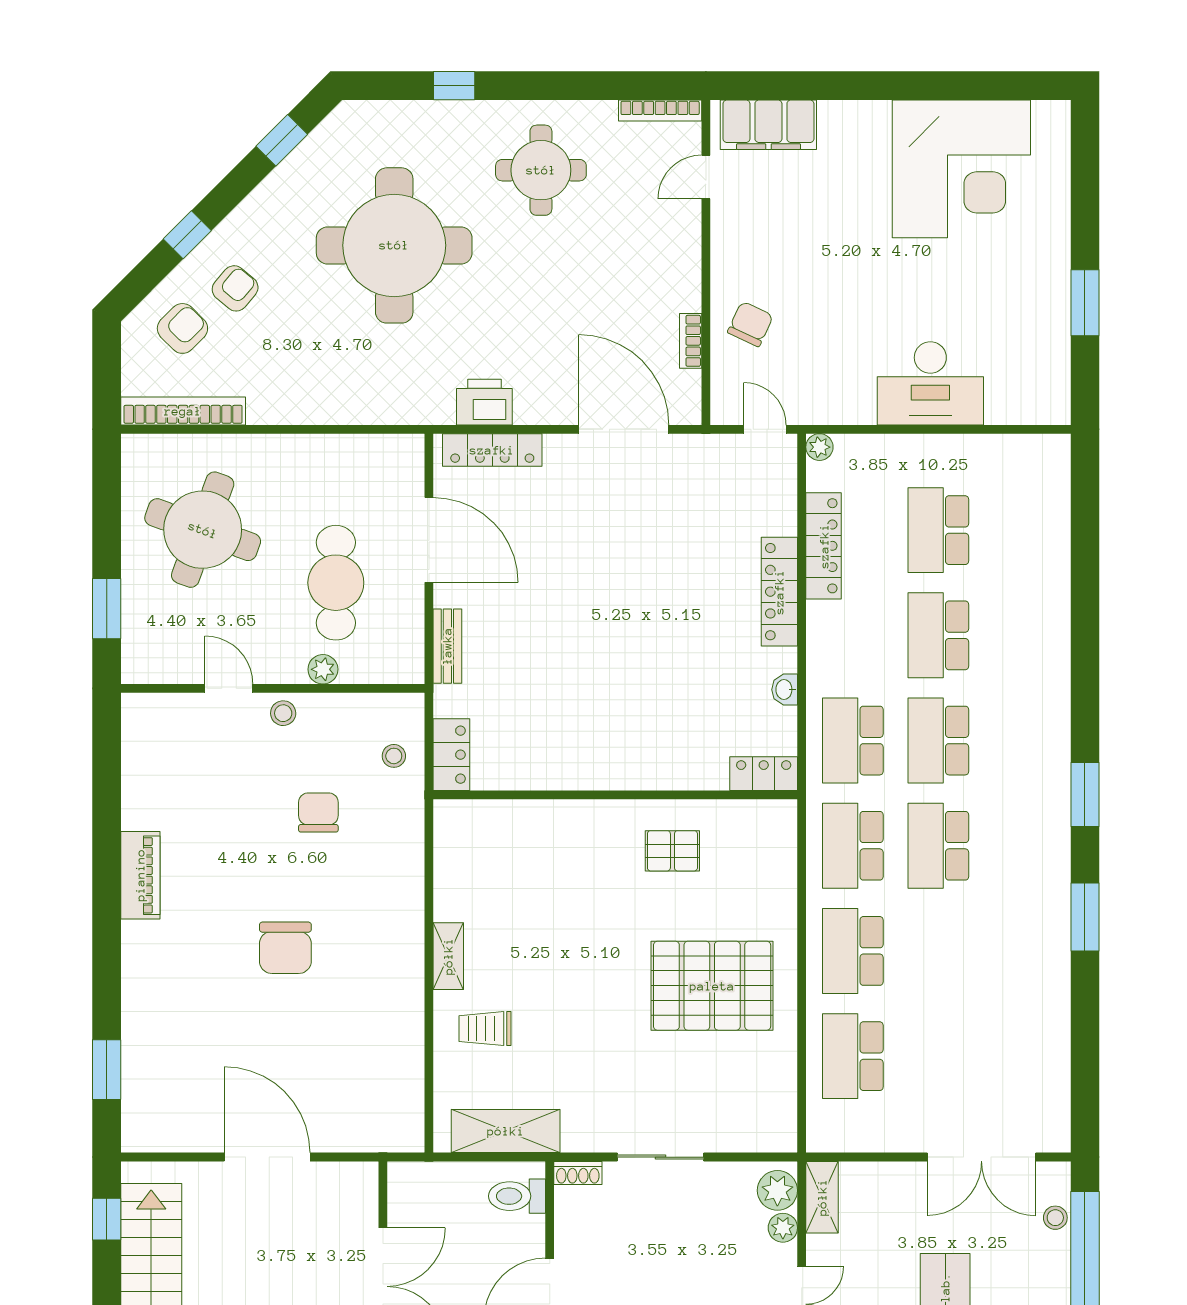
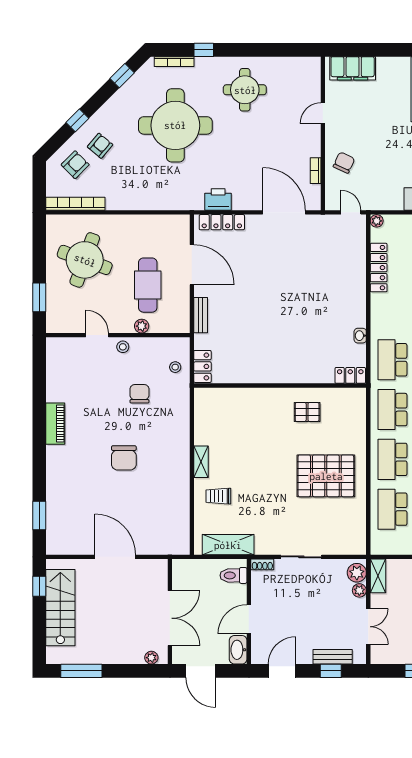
bookcase: (660, 110) -> (174, 62), moved
door: (706, 177) -> (323, 113), moved
locker: (779, 592) -> (358, 289), removed

